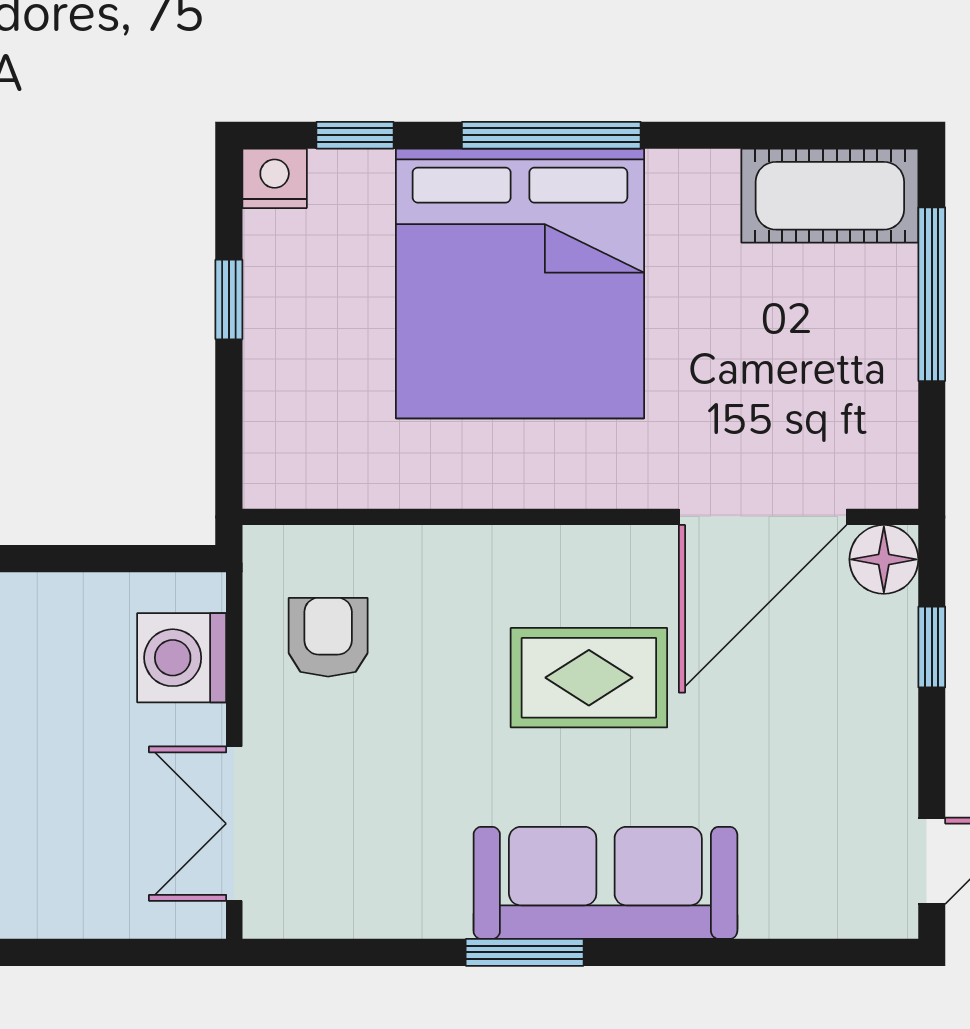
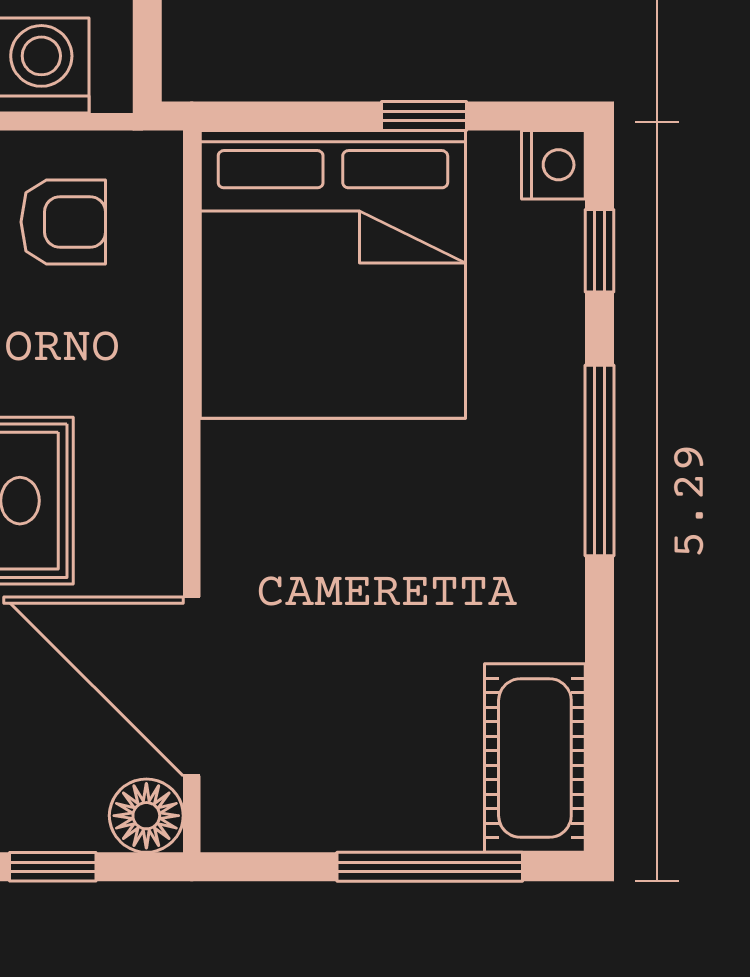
bed: (520, 284) -> (333, 274), moved, turned -90

